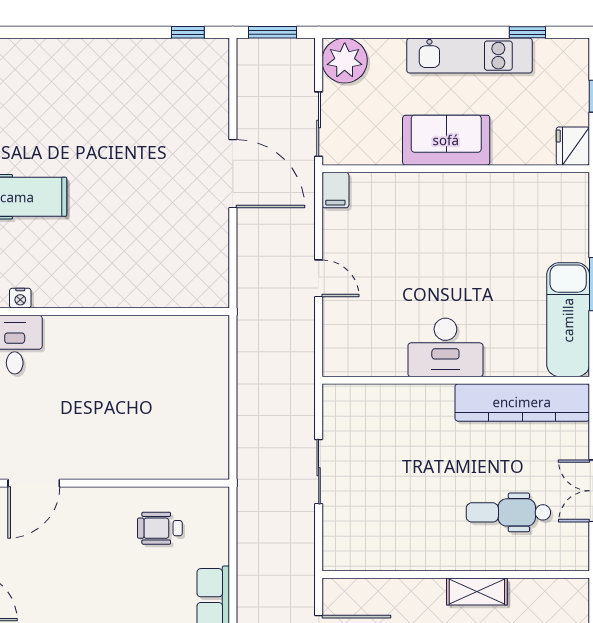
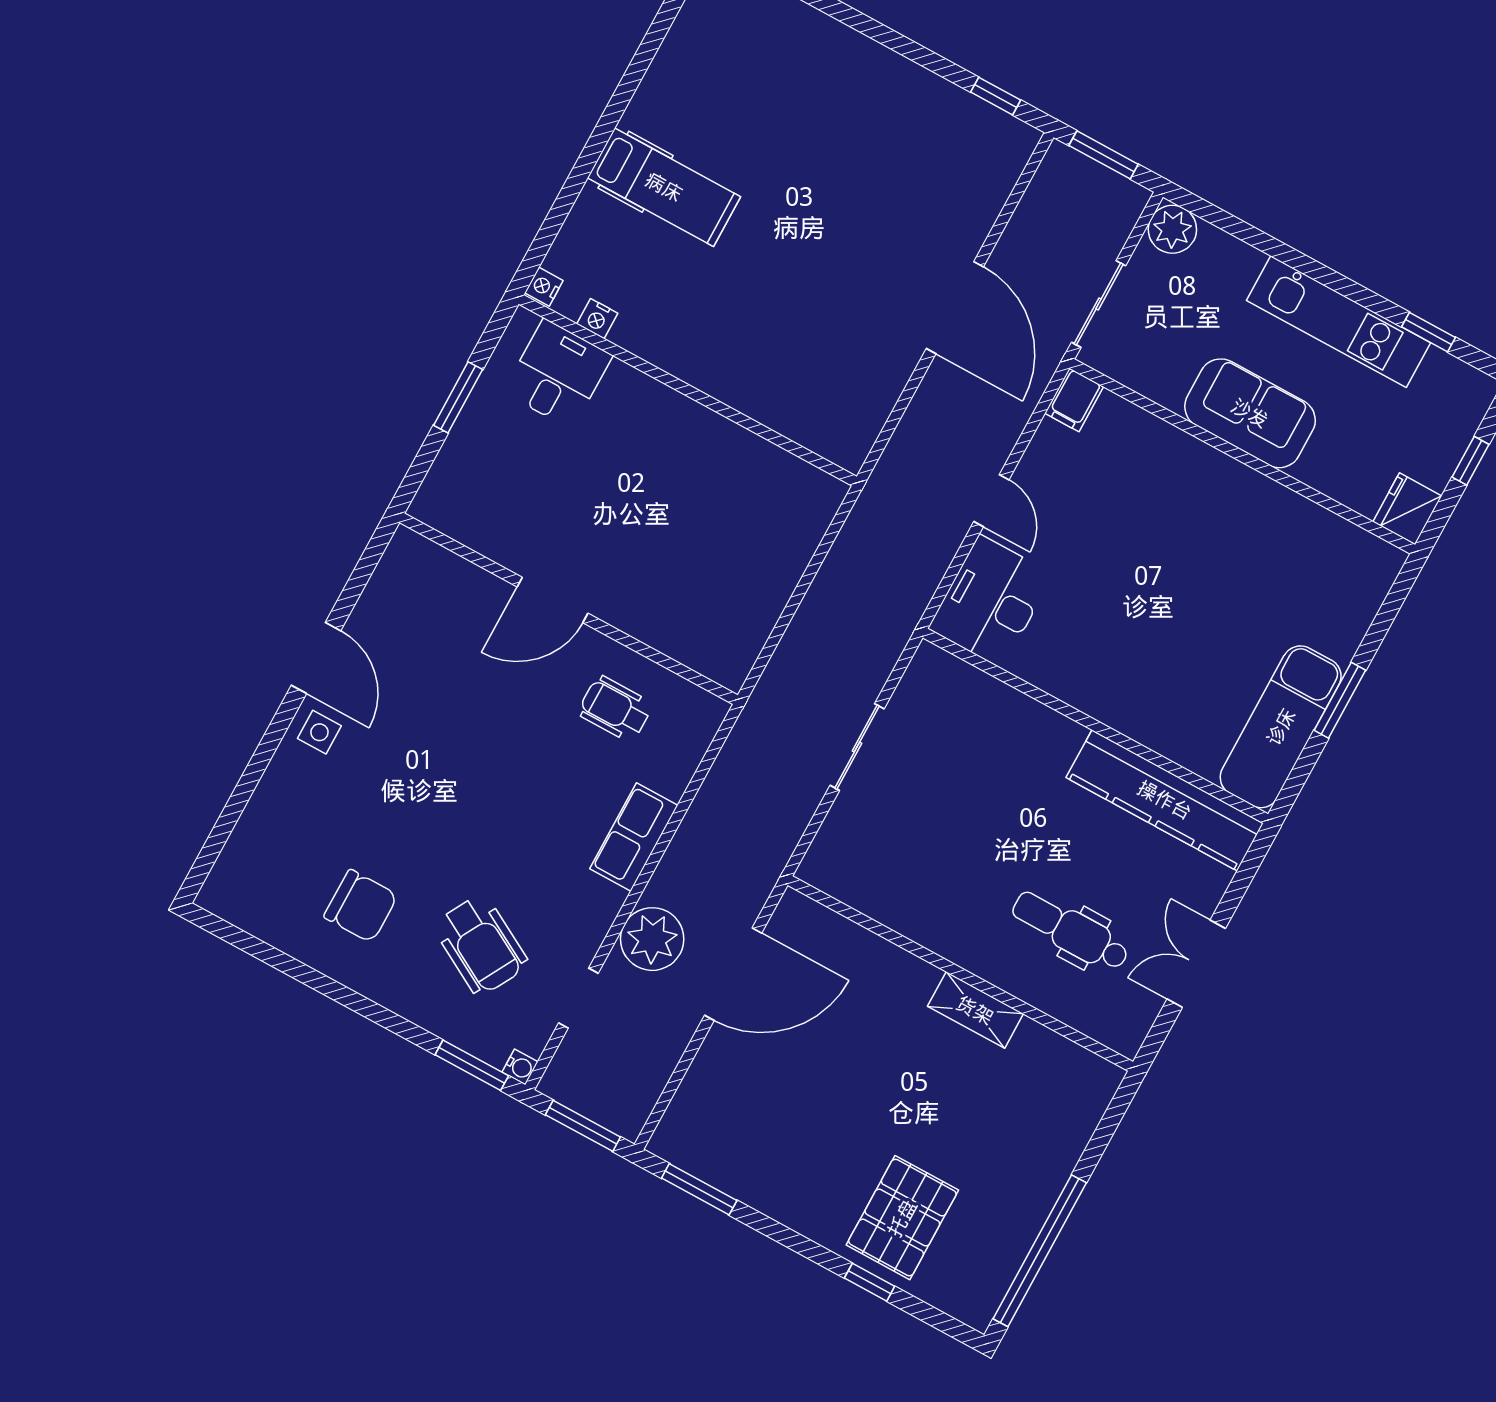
plant: (345, 61) -> (1172, 229), width x0.73, depth x0.73
desk: (445, 347) -> (991, 601), moved, turned 90
door: (34, 483) -> (553, 600), moved

